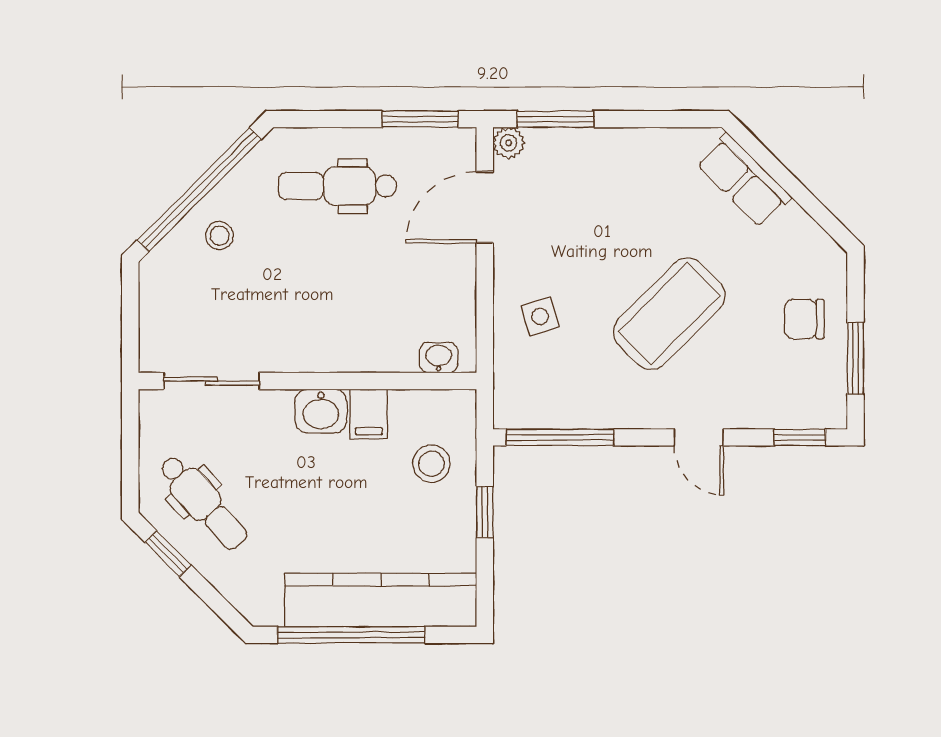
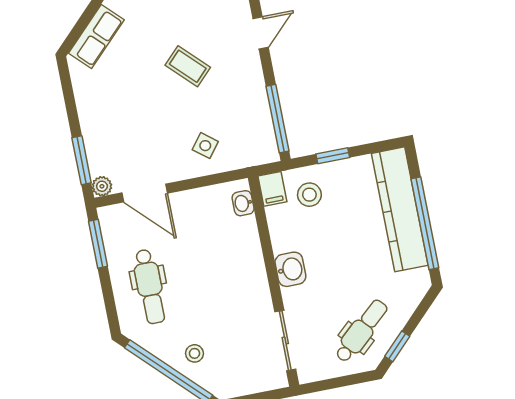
coffee table: (669, 314) -> (188, 66), width x0.54, depth x0.58
side table: (540, 316) -> (205, 146), turned -35
filing cabinet: (369, 414) -> (272, 189), moved, turned 90

